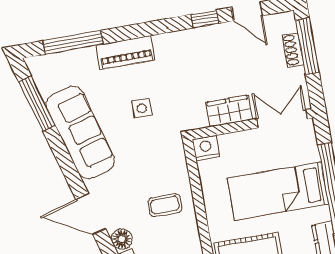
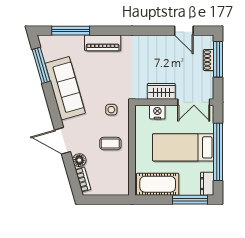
window: (205, 19) -> (157, 31), removed
side table: (142, 108) -> (111, 110), moved
double door: (282, 119) -> (194, 102), swing flipped
nightstand: (206, 148) -> (157, 112), moved

